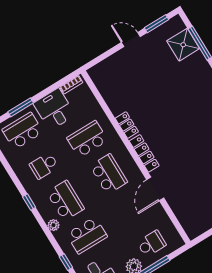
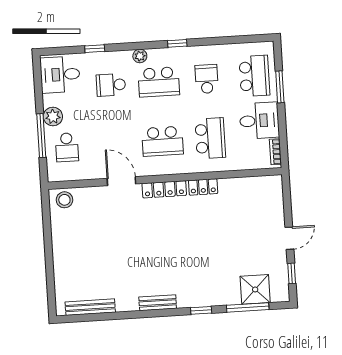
window: (157, 24) -> (292, 273), width x0.67
stool: (192, 224) -> (64, 200), added
school desk: (87, 235) -> (111, 85), width x0.54

